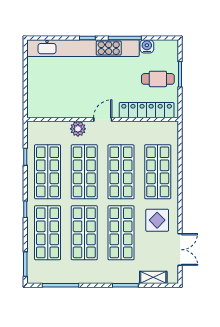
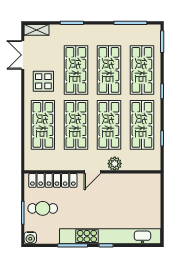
water cooler: (147, 46) -> (30, 238), moved
shelving: (153, 277) -> (37, 30), moved

